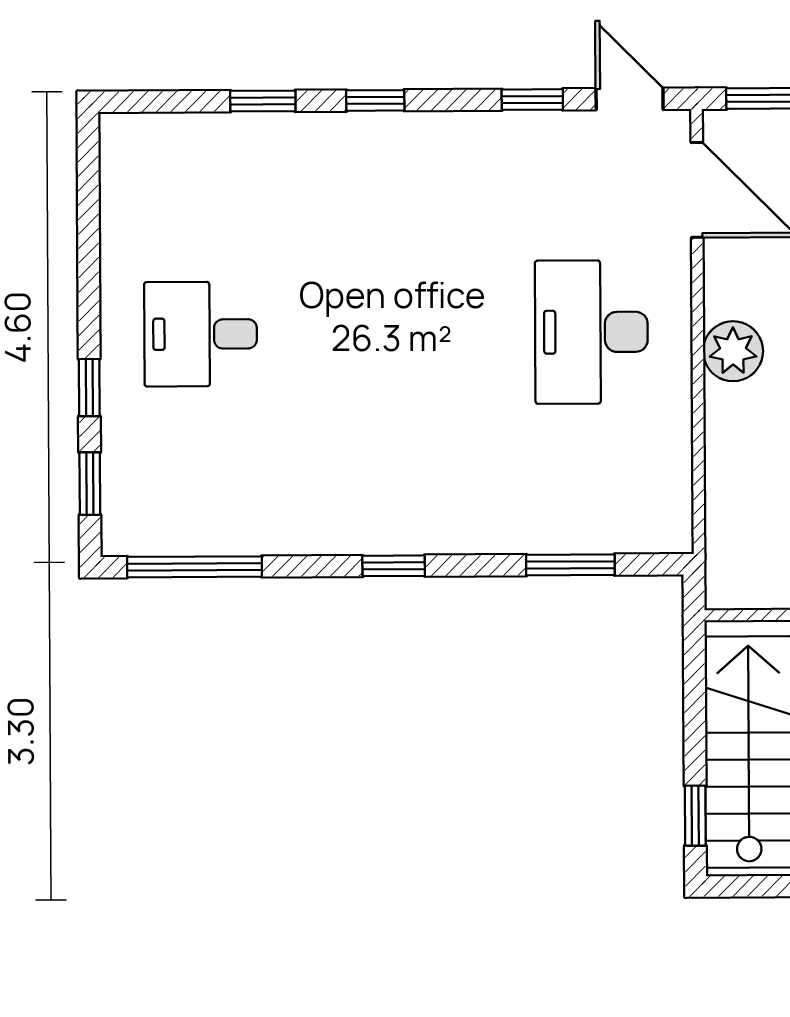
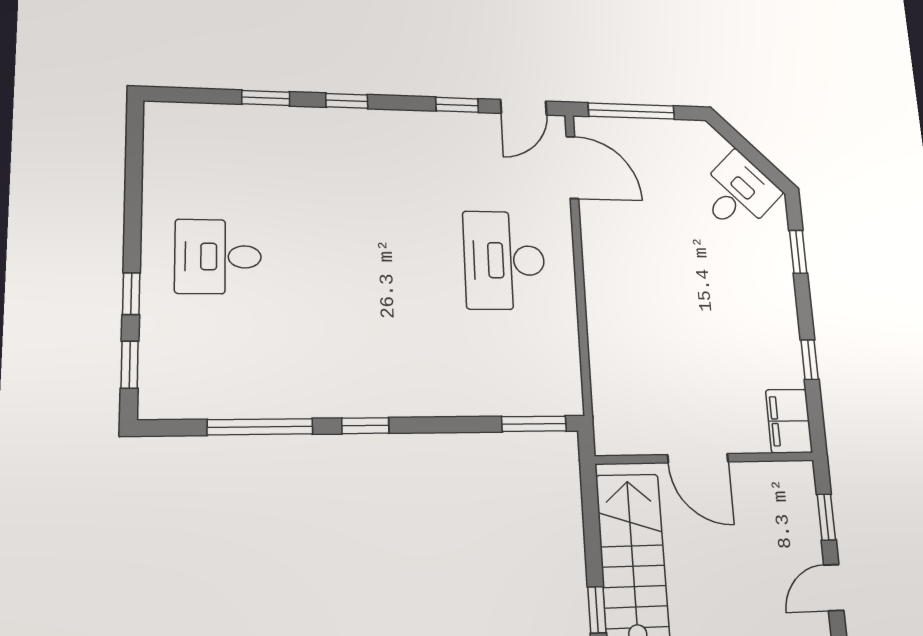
door: (630, 99) -> (524, 107), swing flipped
plant: (733, 351) -> (603, 275), removed
window: (570, 565) -> (534, 424), moved
window: (195, 567) -> (260, 427), moved

